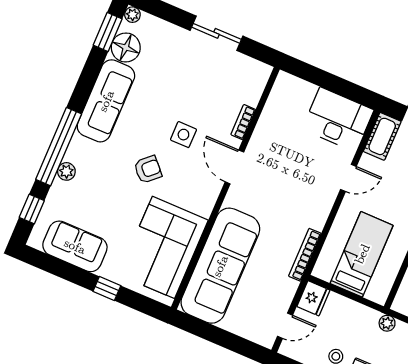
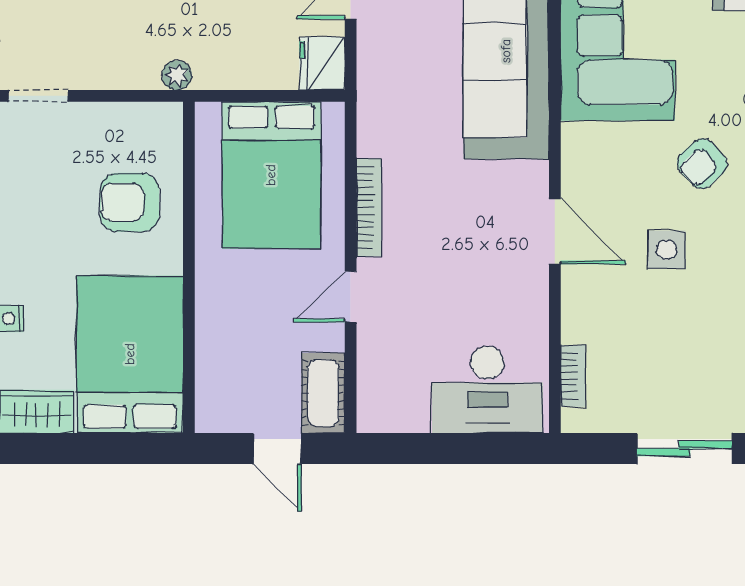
desk: (338, 120) -> (487, 390), moved
bookcase: (243, 122) -> (573, 376), moved
bed: (362, 254) -> (271, 175), width x1.50
bookcase: (305, 255) -> (369, 207), moved

